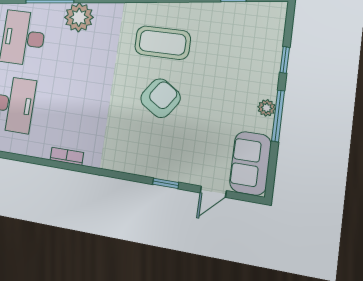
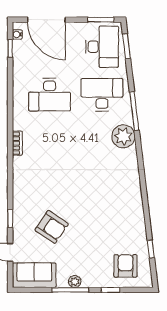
armchair: (253, 35) -> (125, 266), added
coffee table: (163, 43) -> (112, 202), removed
armchair: (160, 98) -> (52, 227), moved

